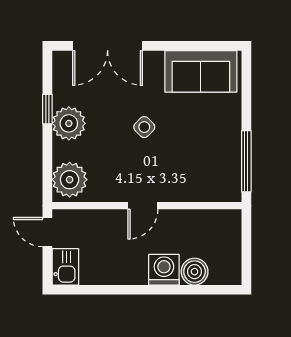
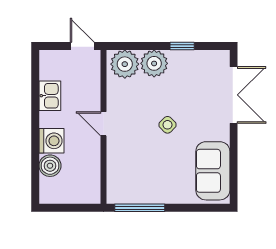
double door: (108, 46) -> (234, 95), swing flipped
plant: (69, 123) -> (154, 63), moved
door: (47, 232) -> (82, 46), hinge flipped
kitchen sink: (65, 267) -> (50, 96), moved, turned -90

